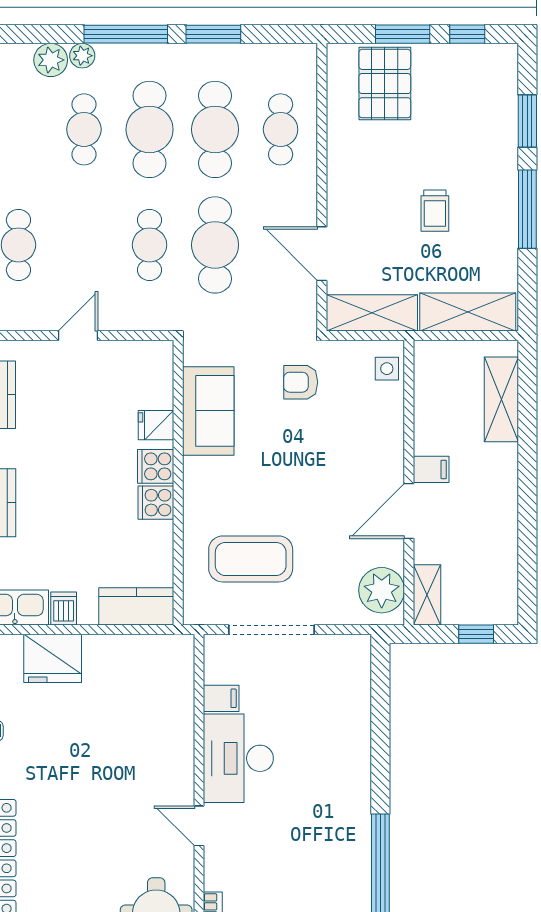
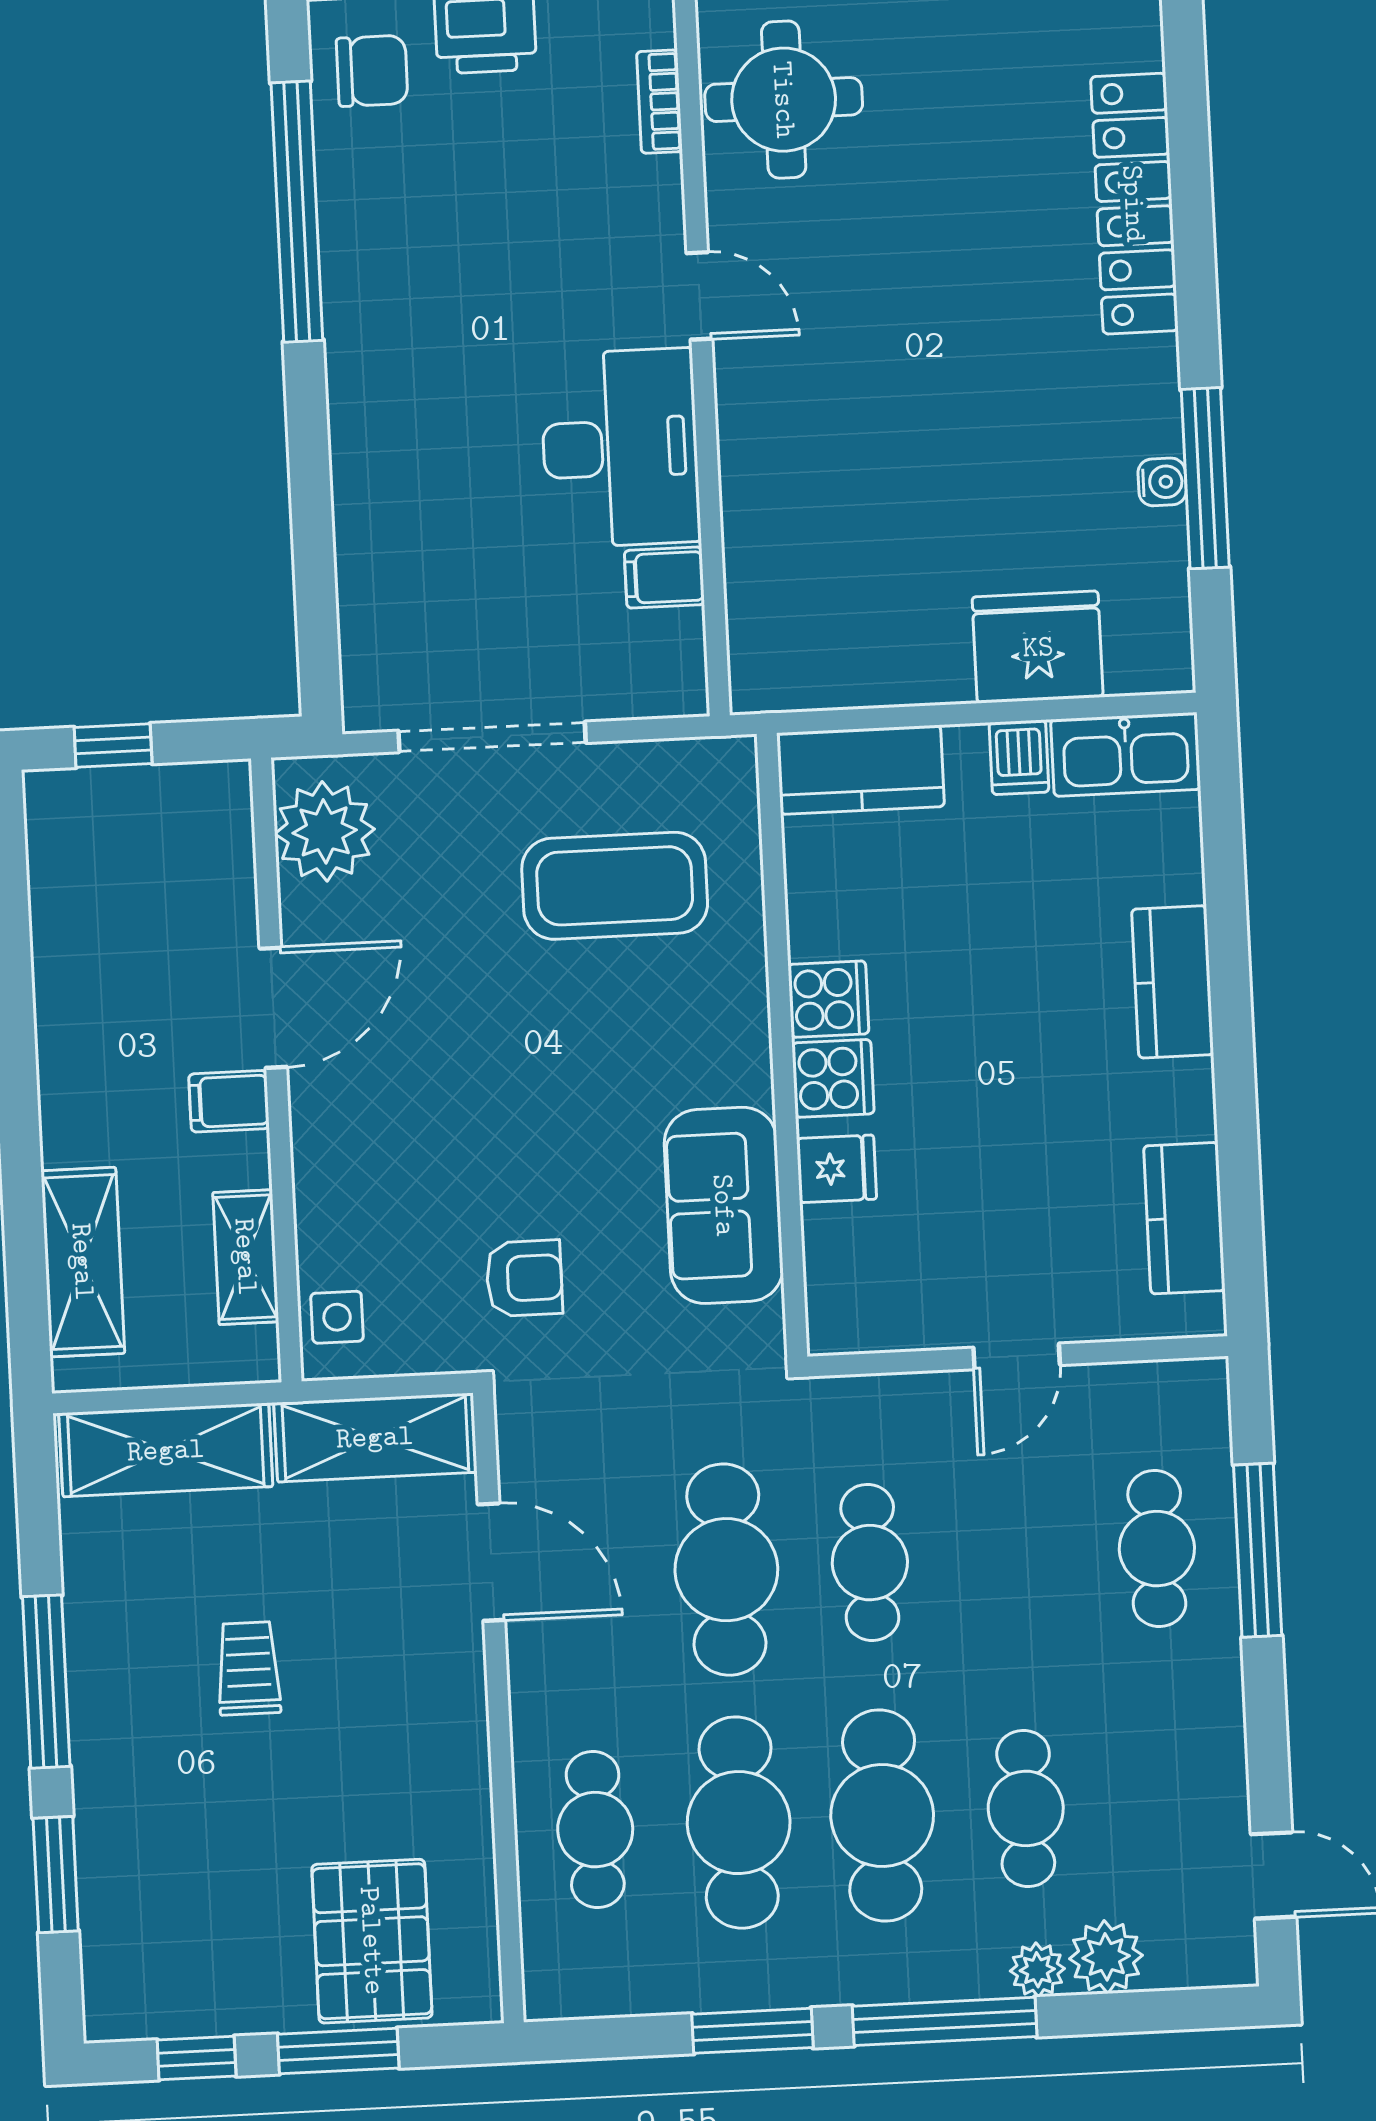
shelving: (427, 595) -> (246, 1257), moved
doorway: (271, 630) -> (492, 737), moved

